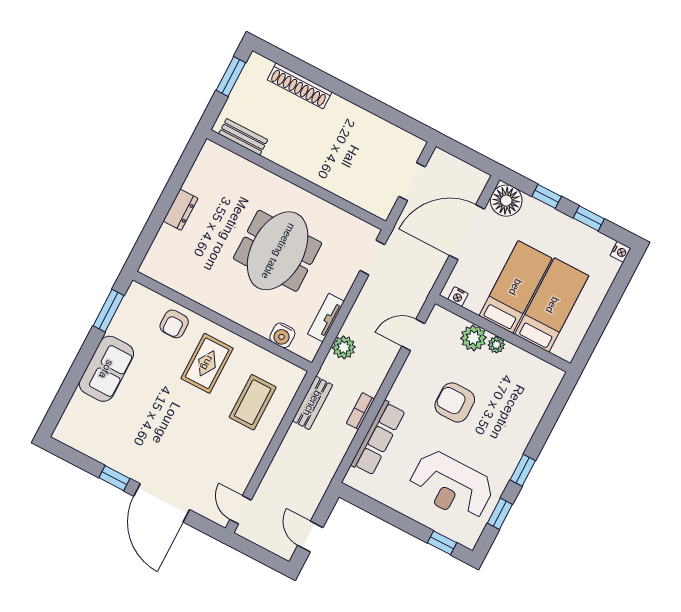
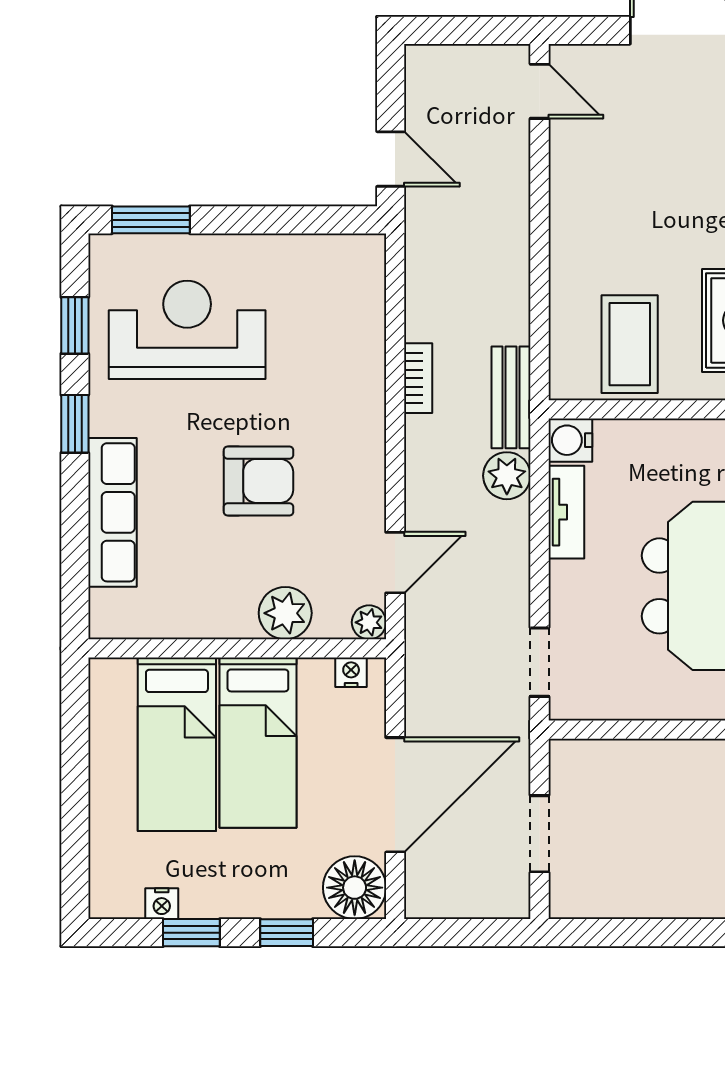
nightstand: (620, 252) -> (162, 904), moved, turned -90
water cooler: (282, 335) -> (570, 440), moved, turned -90
plant: (496, 345) -> (369, 622), moved
coffee table: (253, 402) -> (630, 344), moved
bench: (312, 403) -> (511, 397), moved
row of seats: (378, 438) -> (112, 512), moved, turned 180
door: (310, 536) -> (391, 159), moved
window: (442, 543) -> (151, 220), width x1.50

